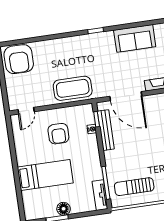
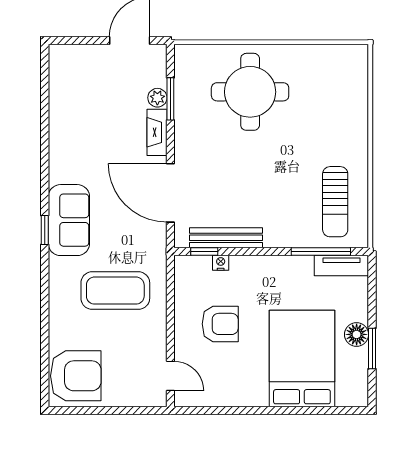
sofa: (135, 38) -> (69, 220), moved
coffee table: (73, 88) -> (115, 291), moved, turned 90
door: (126, 96) -> (170, 193), swing flipped
bed: (45, 175) -> (302, 359), width x1.50

